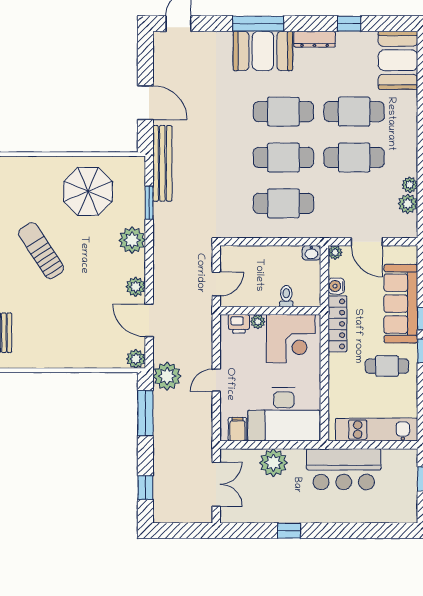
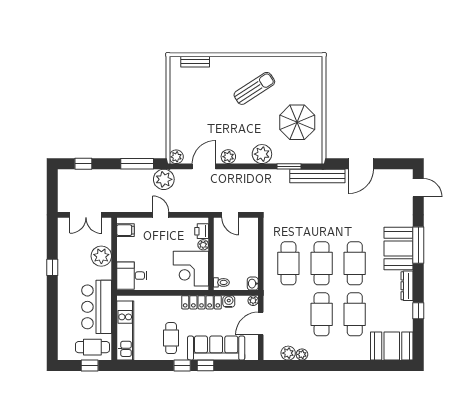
toilet: (286, 296) -> (221, 282), moved
desk: (284, 414) -> (132, 276), width x0.53, depth x0.77
cafe table: (400, 475) -> (92, 347), added

